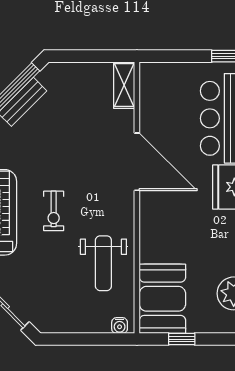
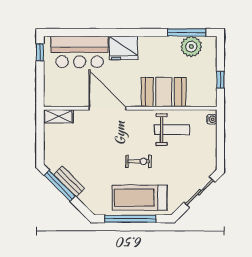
door: (137, 162) -> (107, 108), hinge flipped
booth: (162, 299) -> (164, 92), moved

